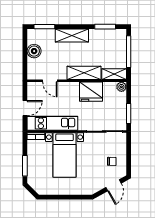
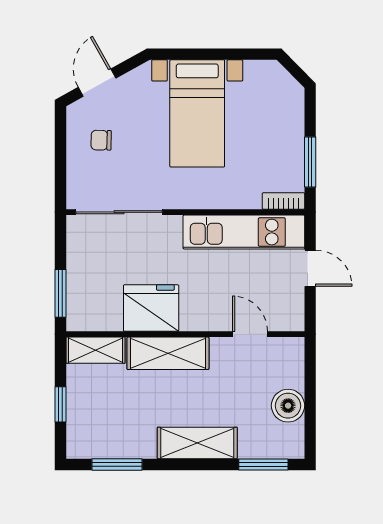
window: (129, 52) -> (61, 404), width x0.46
plant: (121, 87) -> (78, 320), removed
door: (25, 108) -> (310, 268), swing flipped
window: (129, 114) -> (61, 293), moved
bed with nightstands: (65, 155) -> (197, 113), moved, turned 180
window: (25, 166) -> (310, 162), moved

